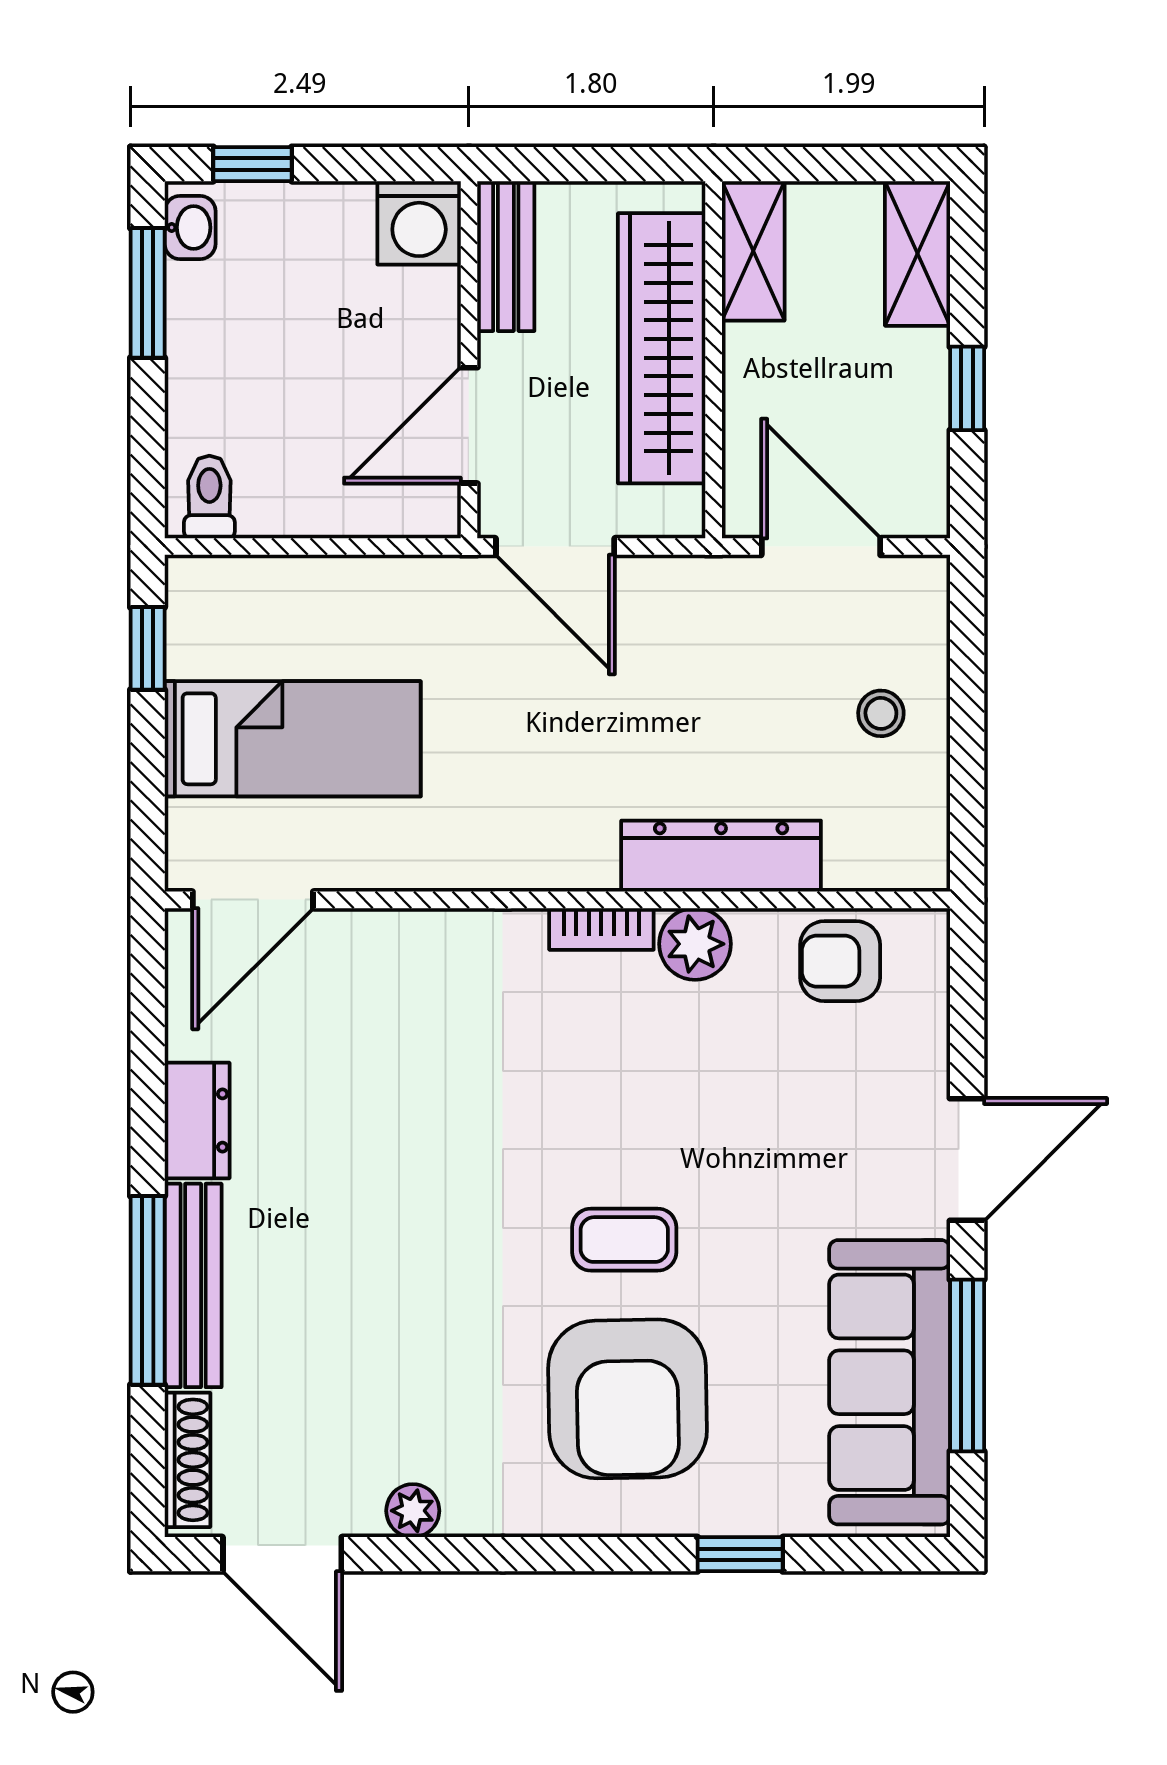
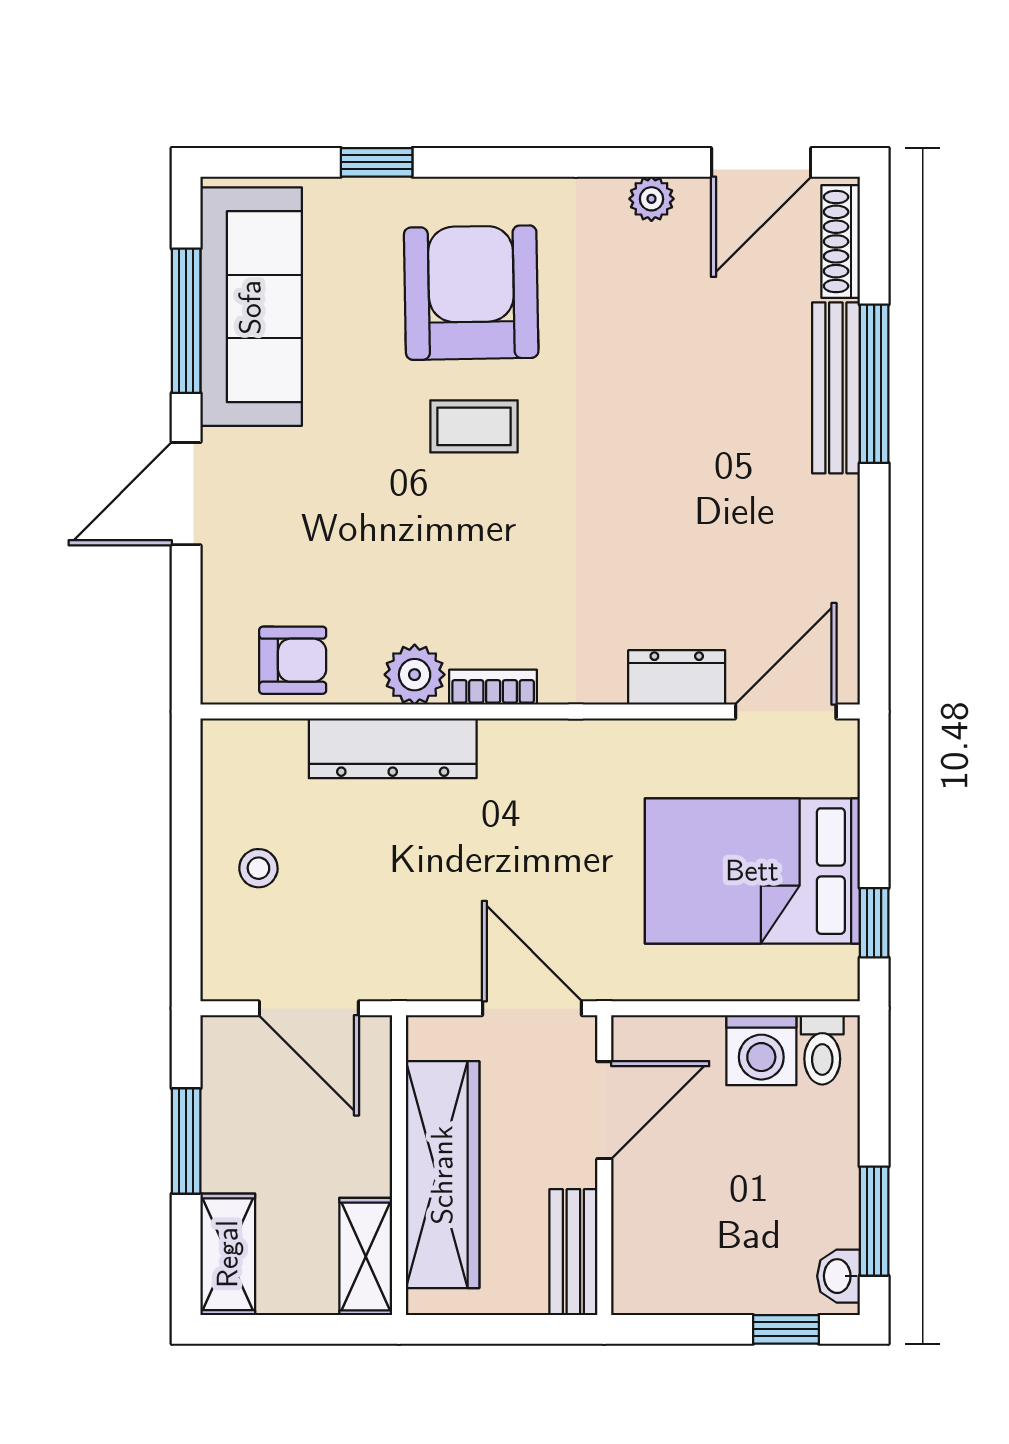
washing machine: (419, 223) -> (761, 1050), moved, turned 180
window: (967, 388) -> (186, 1141), width x1.50
bed: (293, 739) -> (752, 871), width x1.50
dresser: (197, 1121) -> (677, 677), moved, turned 90
door: (282, 1554) -> (761, 162), swing flipped

